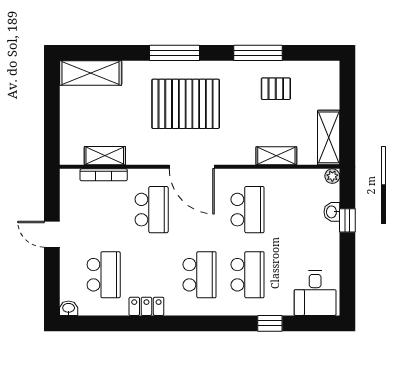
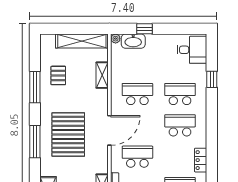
shelving: (329, 137) -> (82, 41), width x1.47
washbasin: (332, 212) -> (133, 41), width x1.91, depth x1.45

